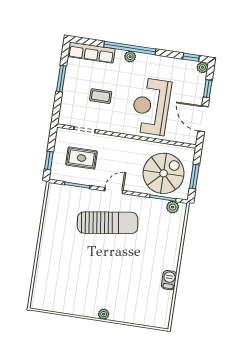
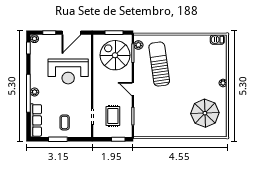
coffee table: (101, 96) -> (65, 122), moved
sun lounger: (108, 223) -> (159, 64), moved
barbecue: (169, 280) -> (217, 40), moved
parasol: (66, 283) -> (205, 113), added

